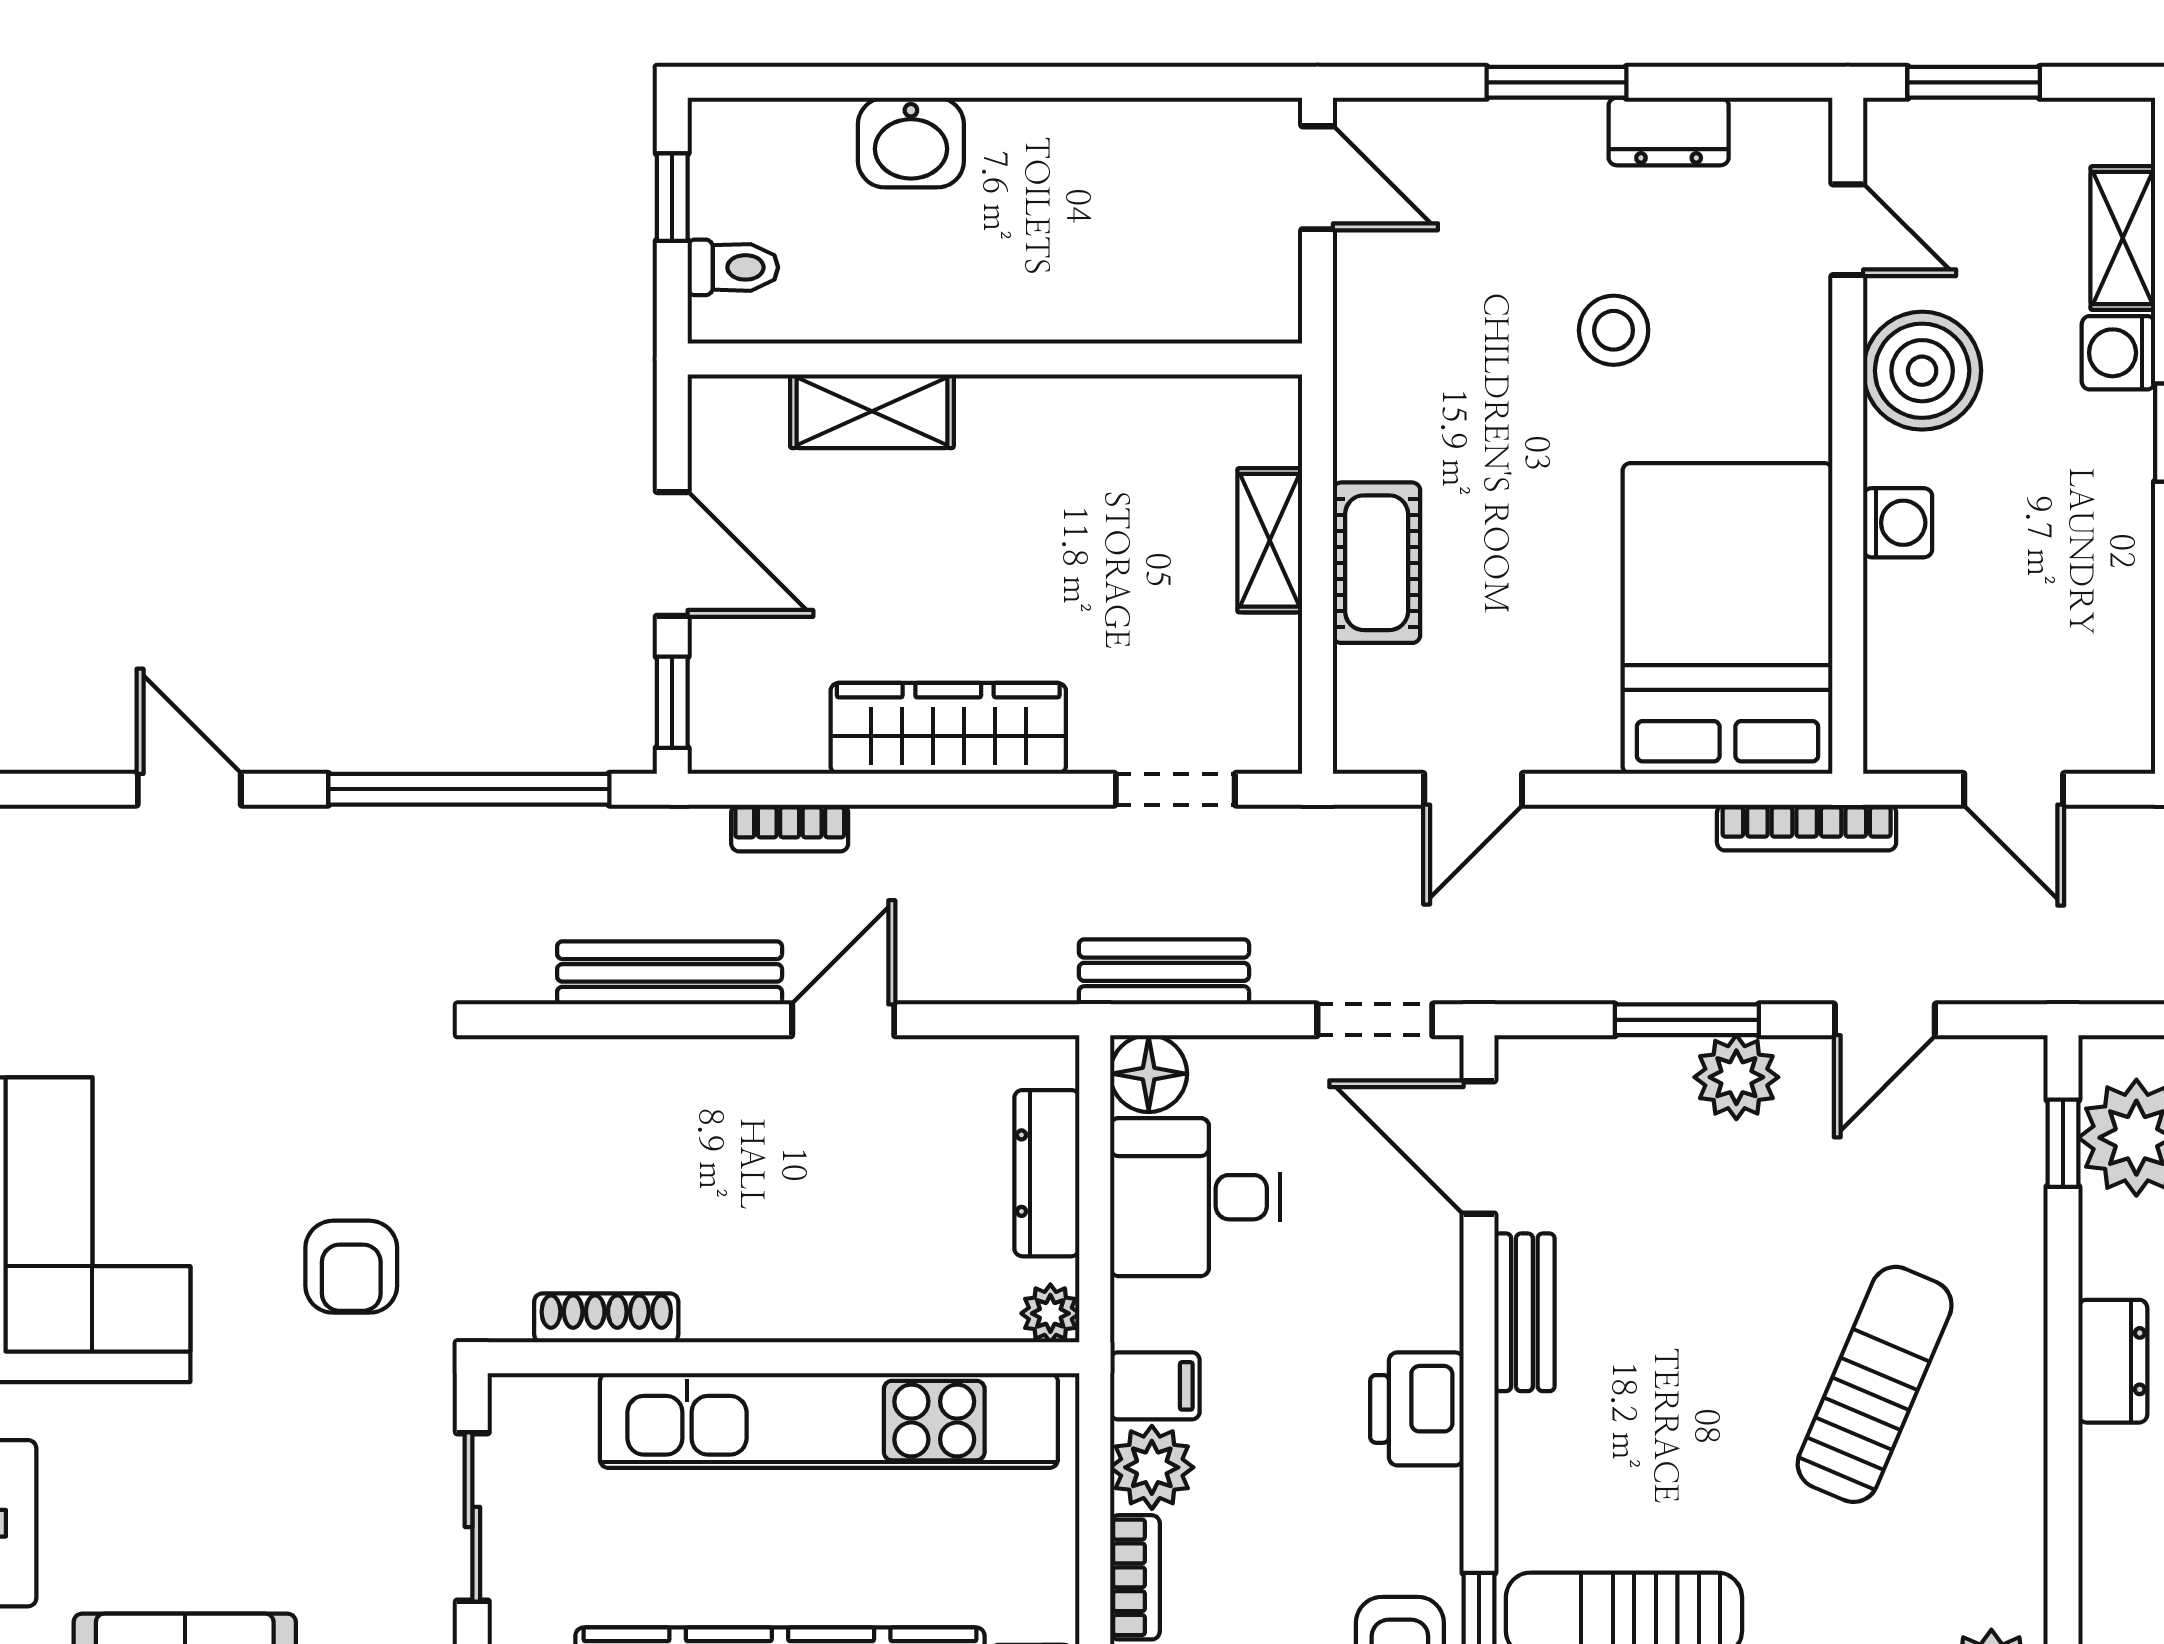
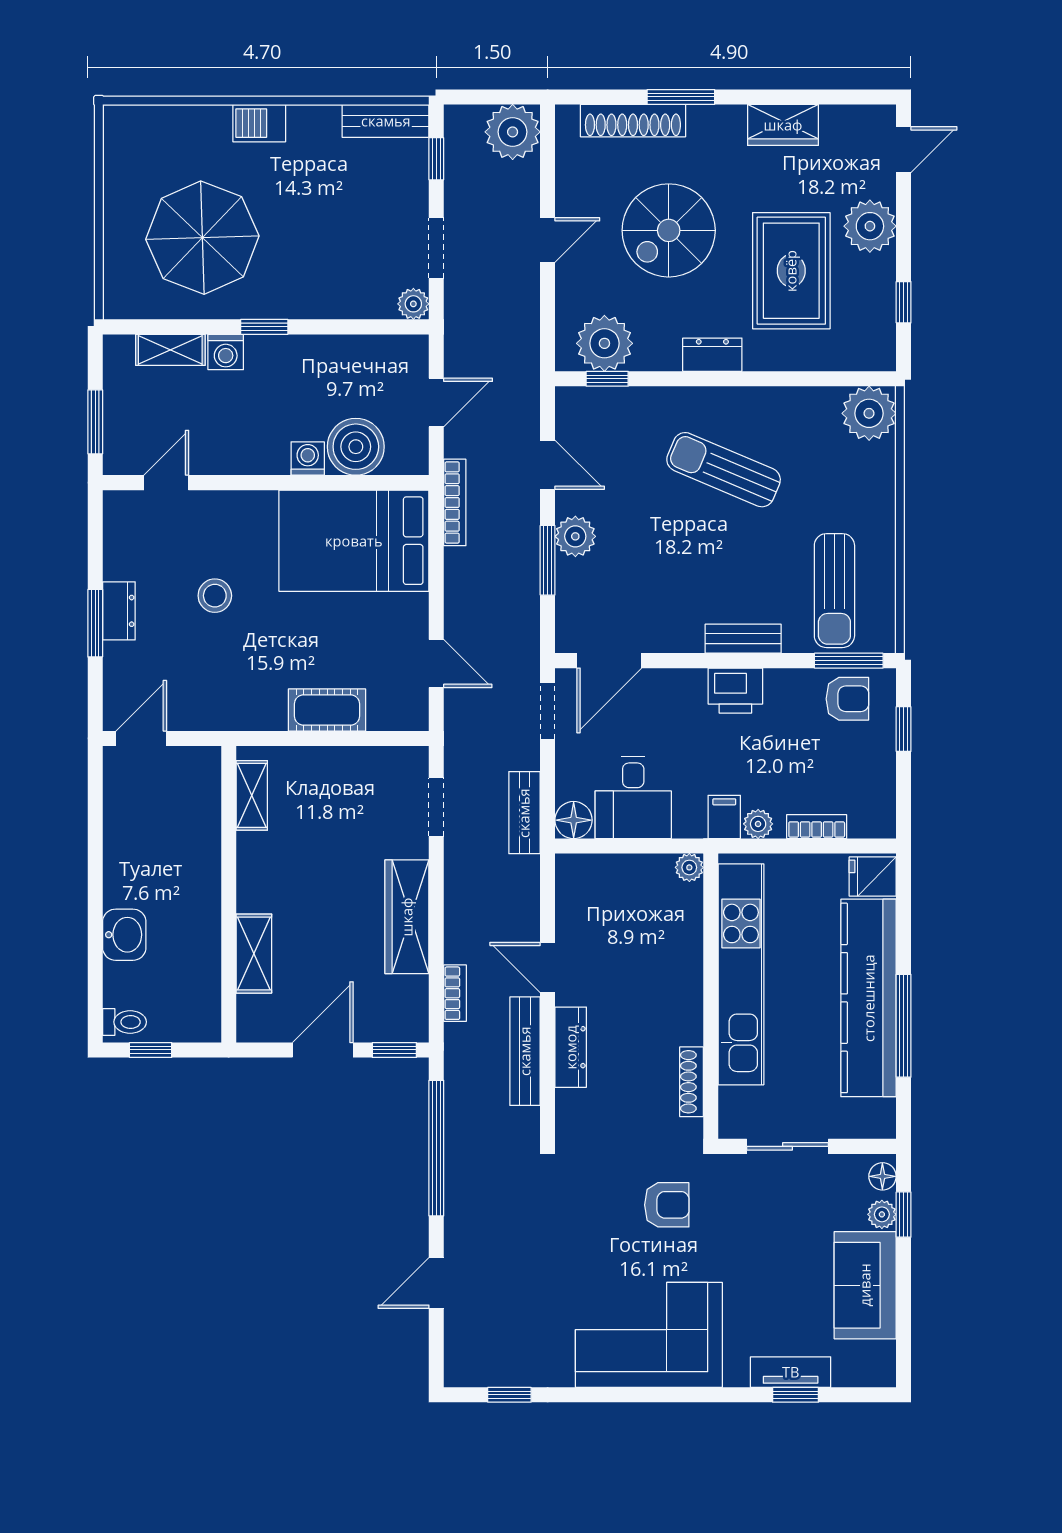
dresser: (1669, 132) -> (119, 611), moved
toilet: (733, 267) -> (124, 1022), moved, turned 90
boiler: (1922, 371) -> (356, 447), moved
shelving: (1270, 540) -> (252, 795), moved, turned 90
dresser: (1047, 1173) -> (571, 1047), moved, turned -90
bench: (1524, 1312) -> (743, 639), moved
plant: (1152, 1467) -> (758, 824), width x0.73, depth x0.73

